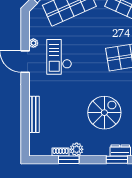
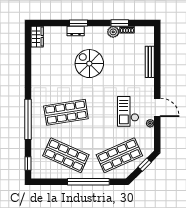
checkout: (59, 57) -> (128, 111), turned 180
spiral stairs: (104, 113) -> (89, 64), turned 90

